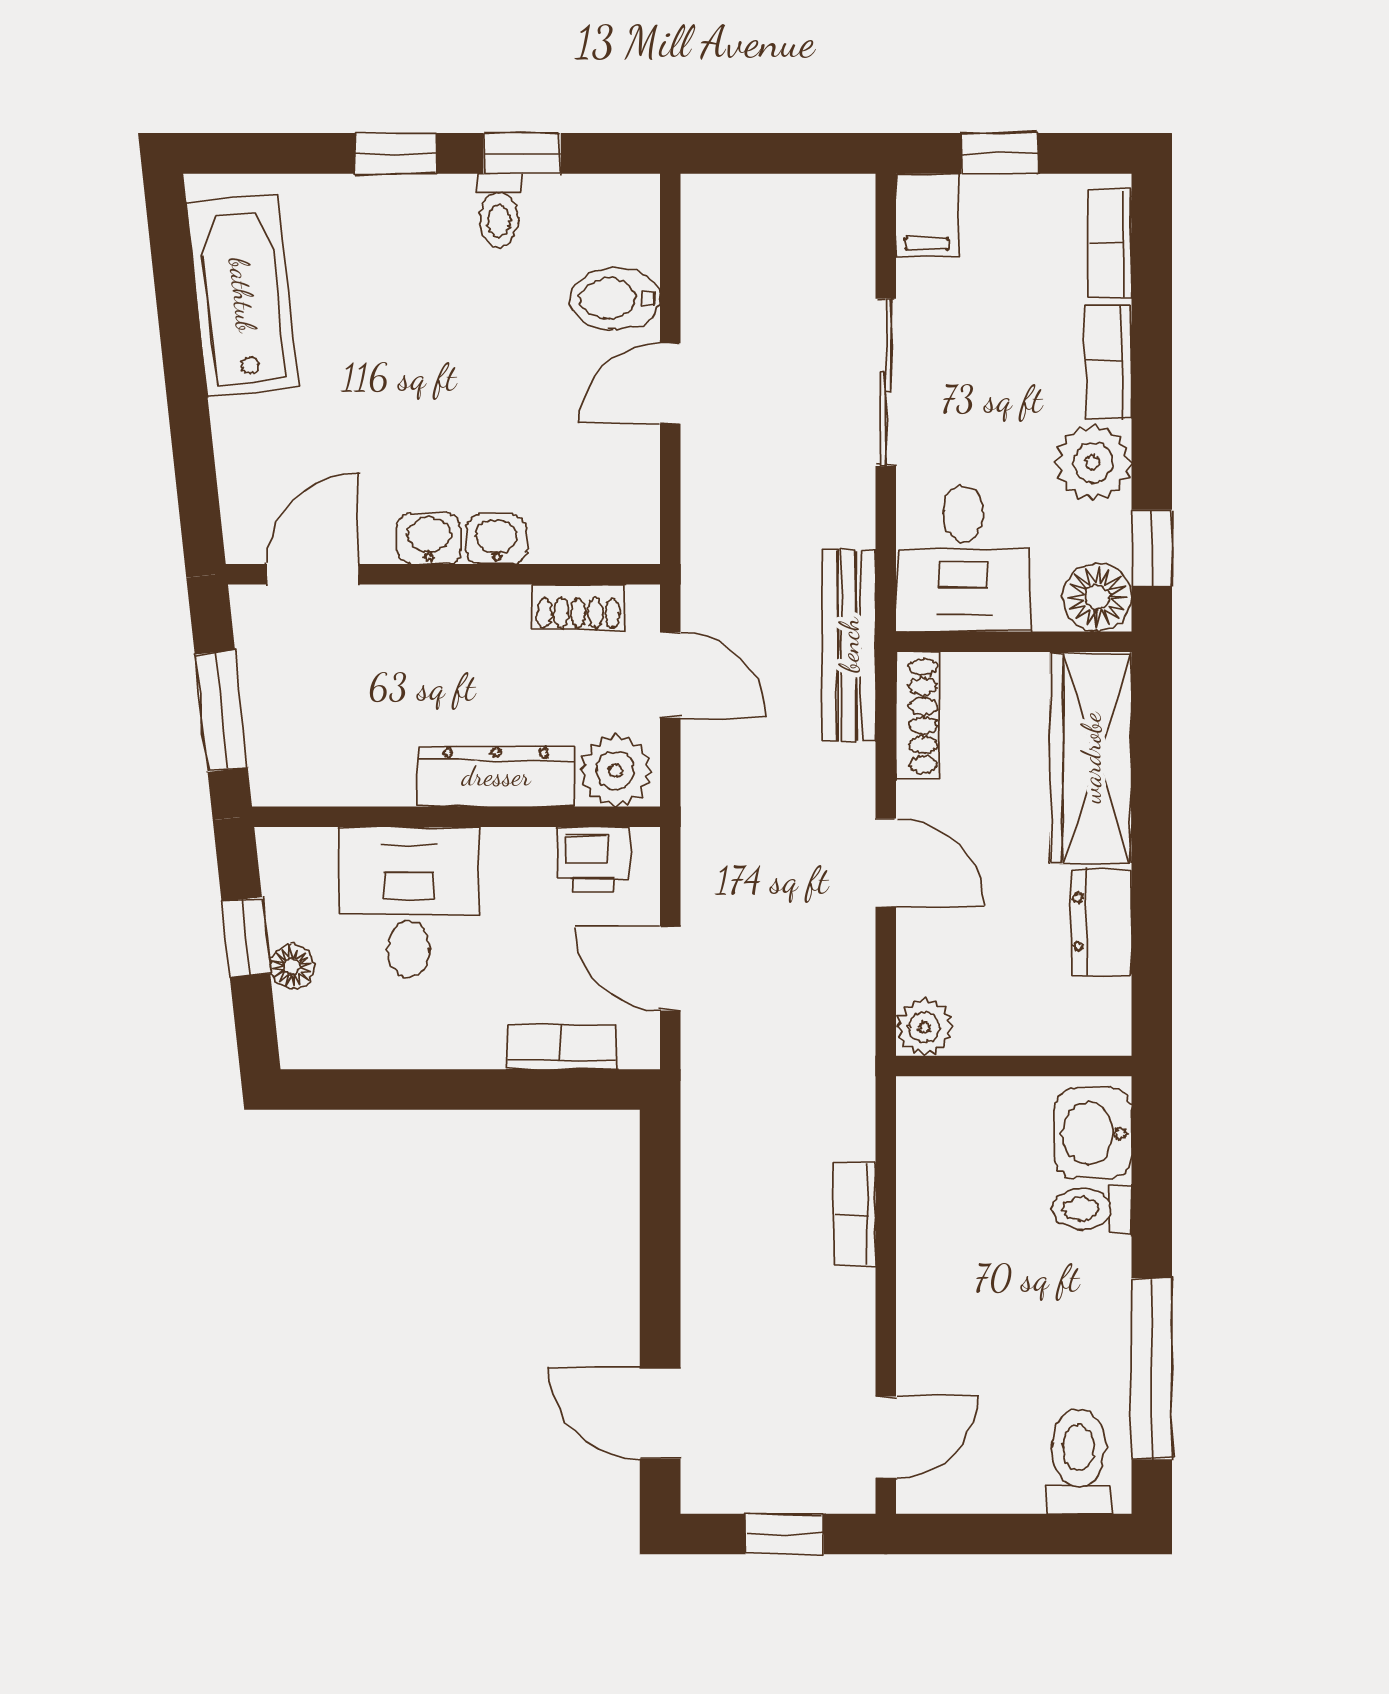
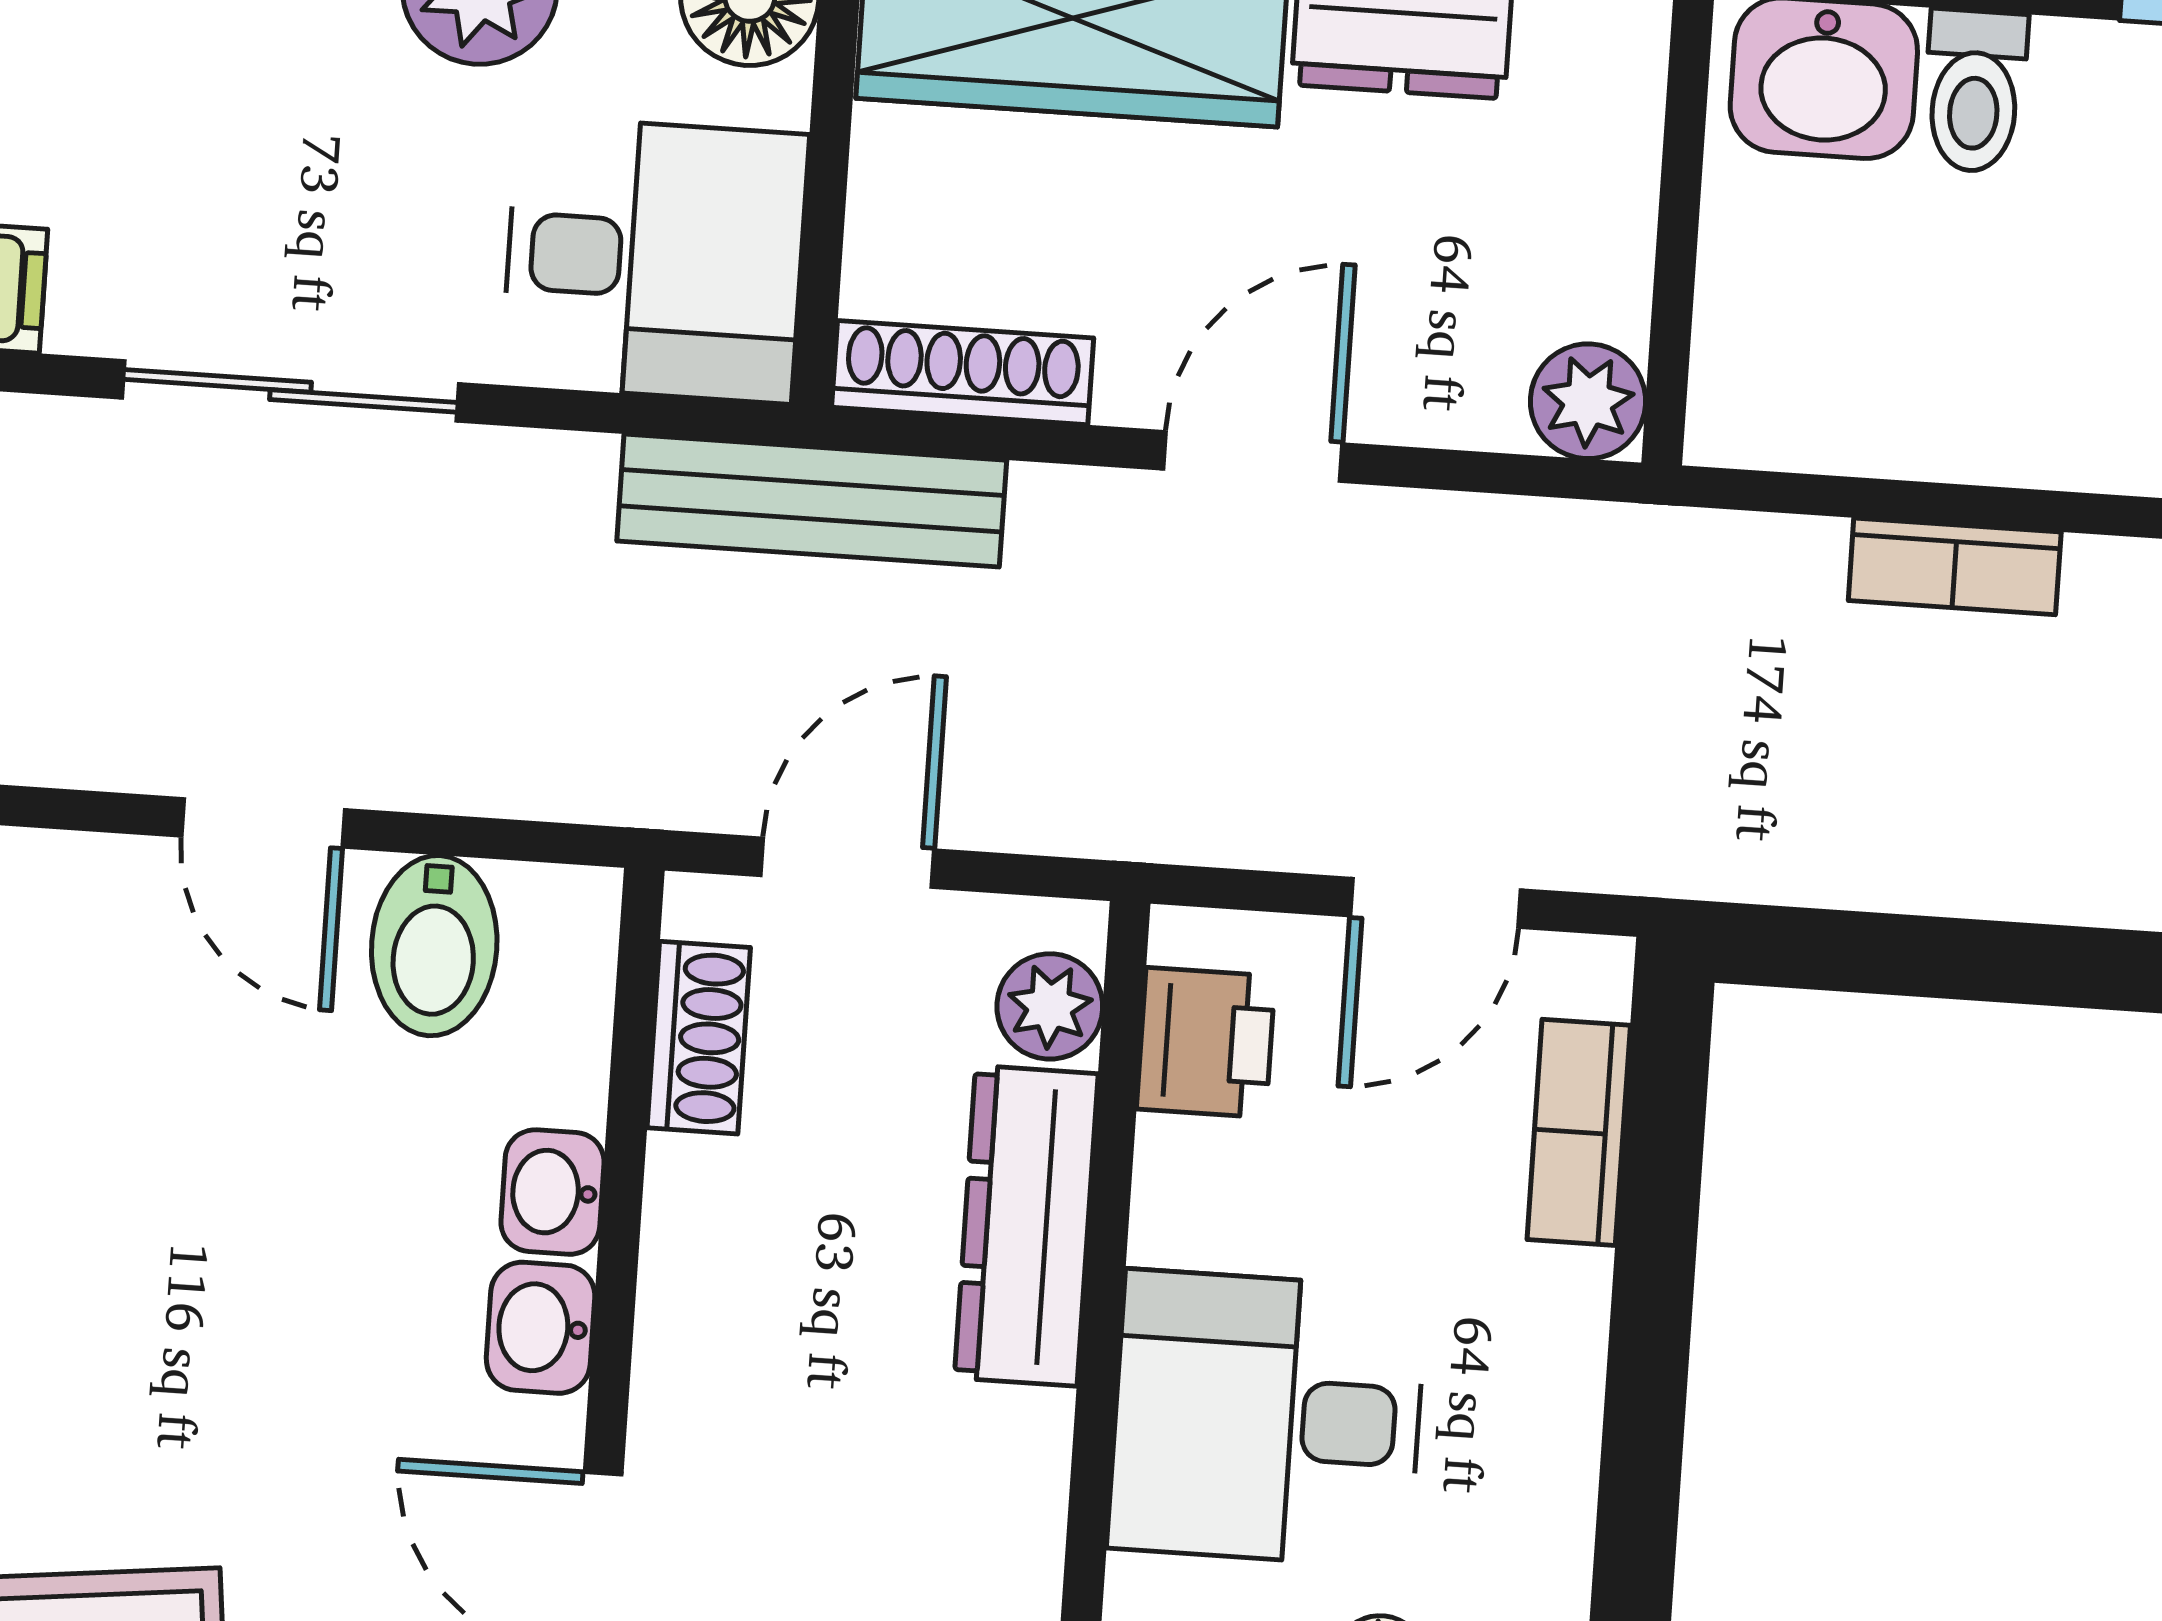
bidet: (615, 298) -> (434, 946), moved
plant: (616, 771) -> (1050, 1006), width x0.73, depth x0.73

